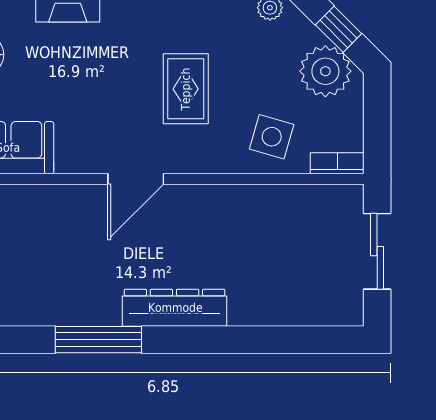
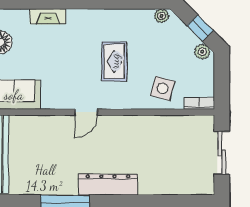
plant: (325, 71) -> (202, 52), width x0.53, depth x0.53
door: (136, 179) -> (86, 112), width x0.73

